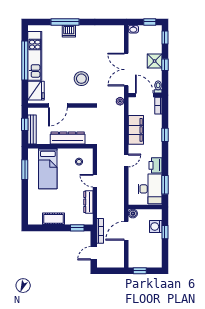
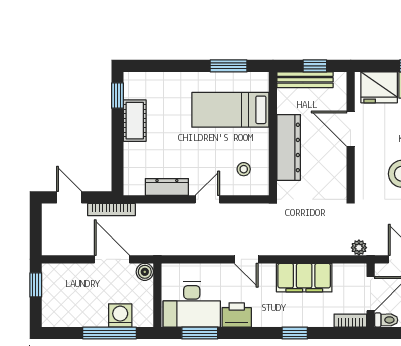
window: (77, 228) -> (117, 96), moved
window: (165, 232) -> (110, 333), width x2.17

